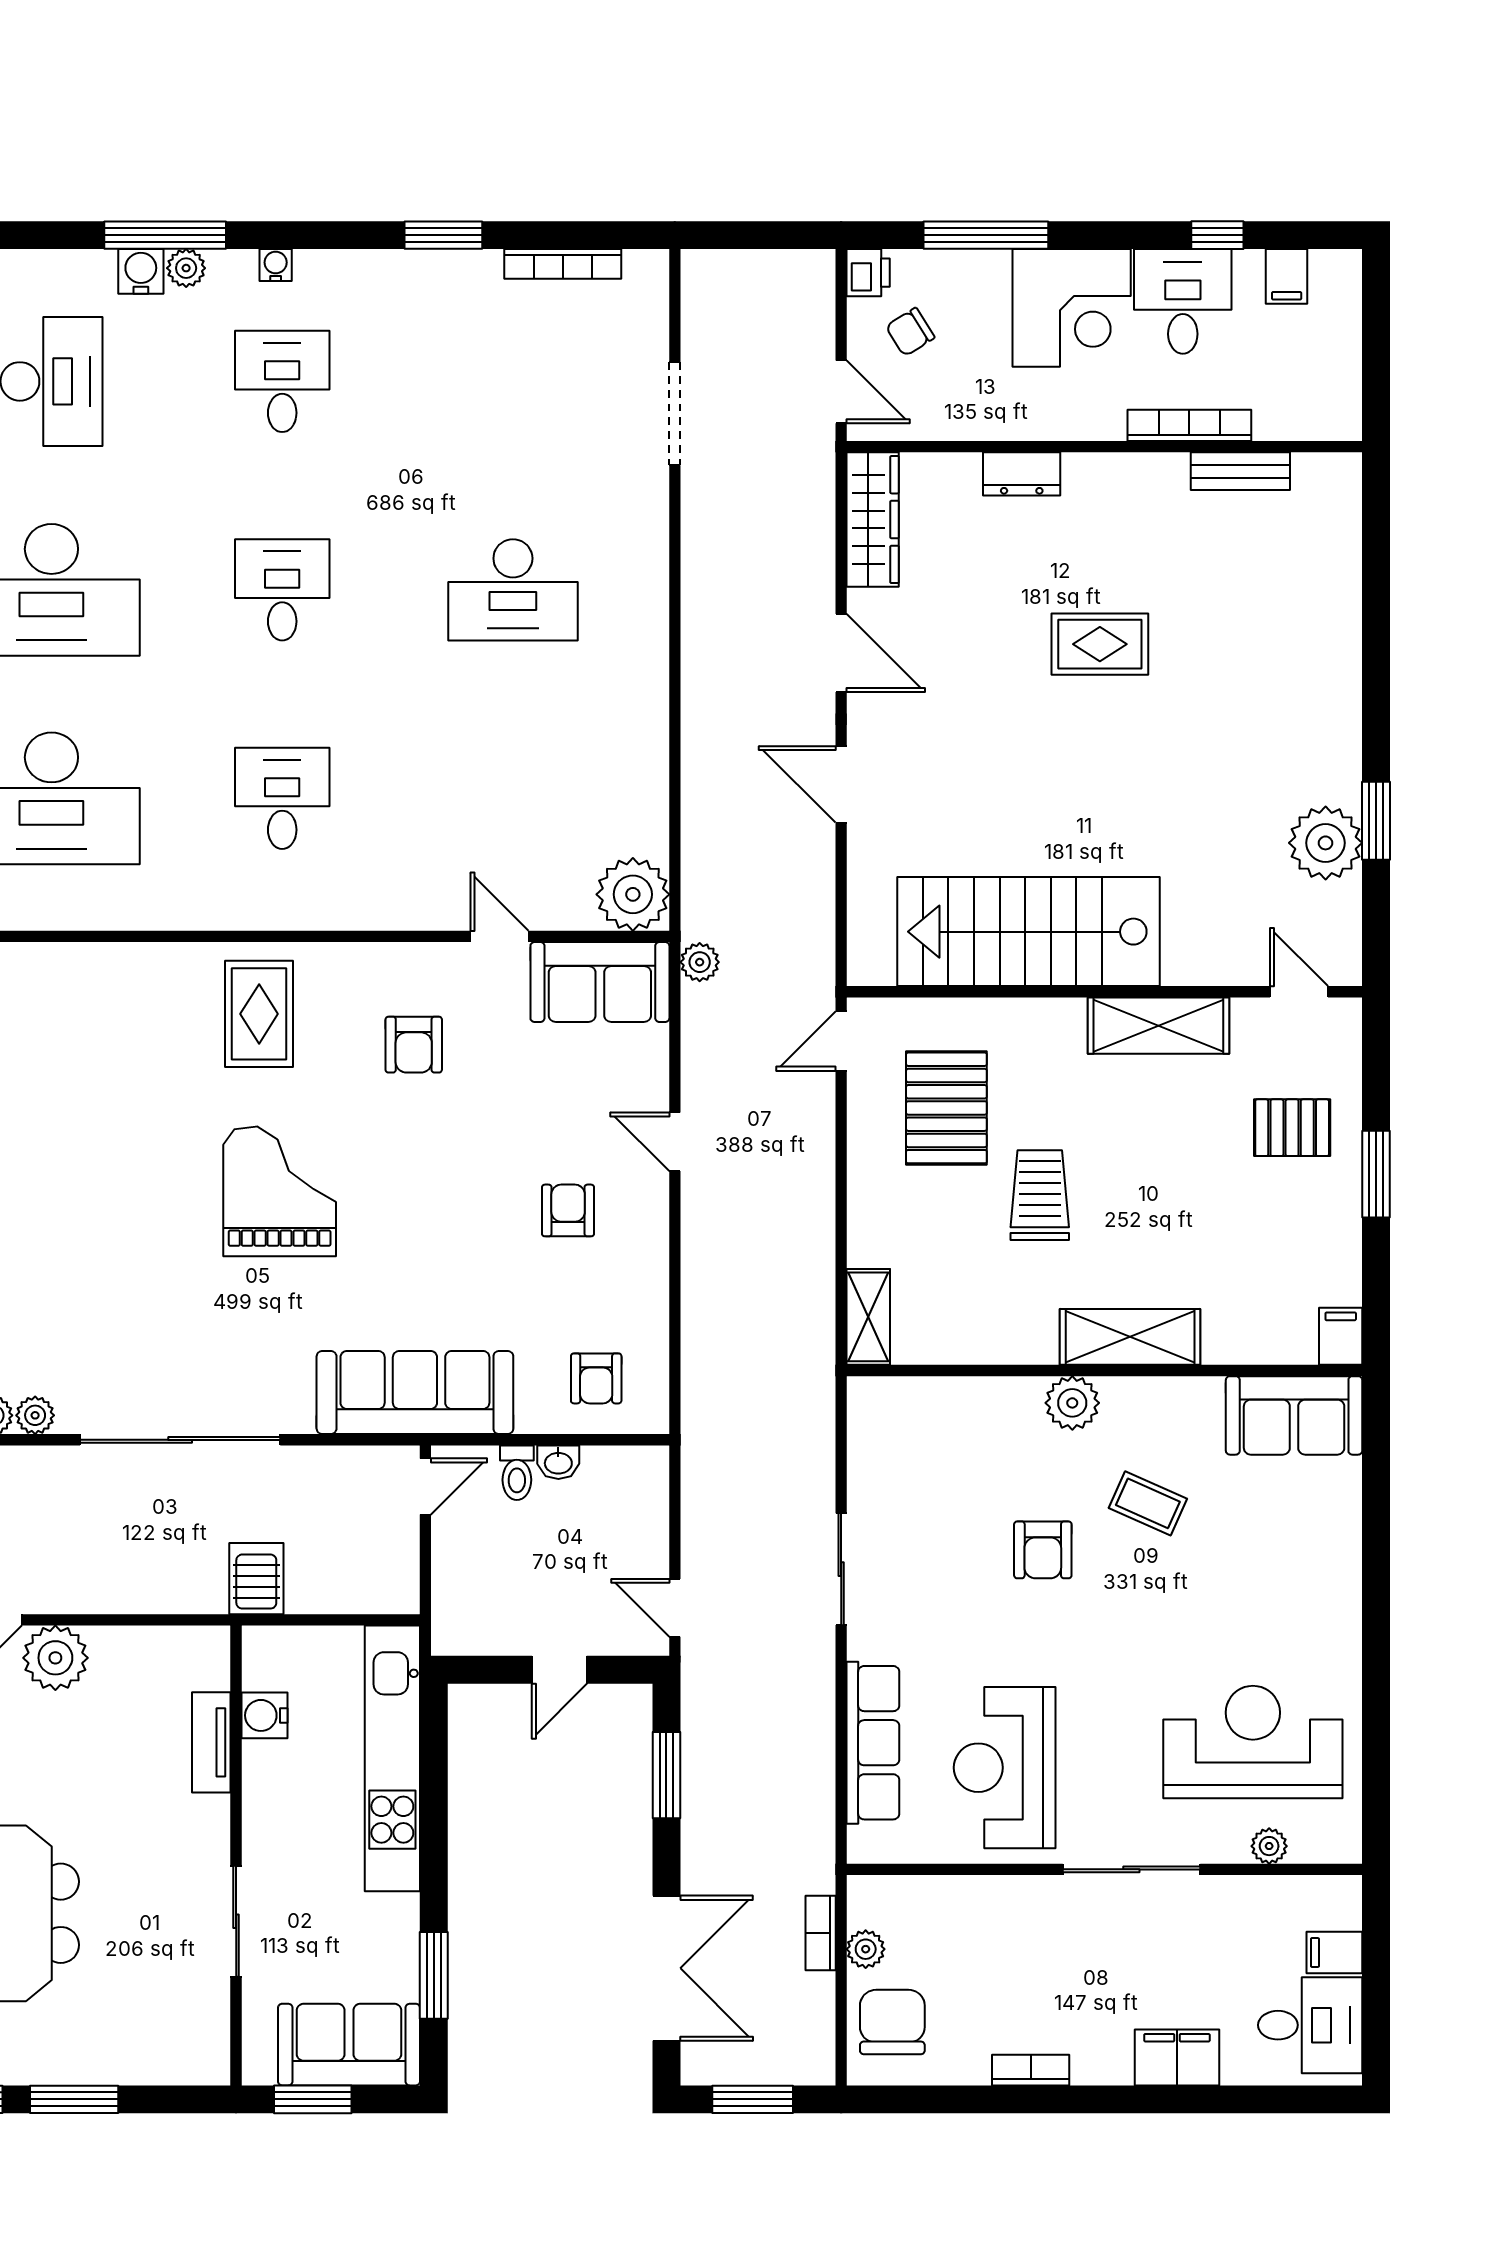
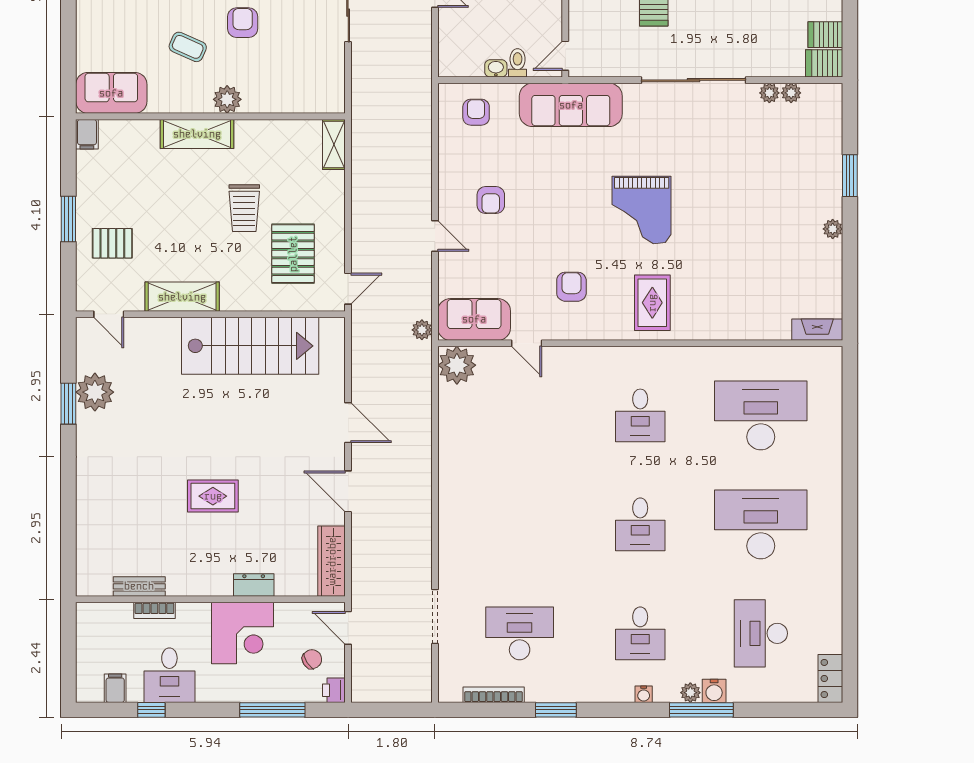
corner desk: (1072, 308) -> (242, 633), moved, turned 180
bookcase: (1189, 425) -> (154, 610), width x0.64
desk: (513, 590) -> (520, 633), moved

